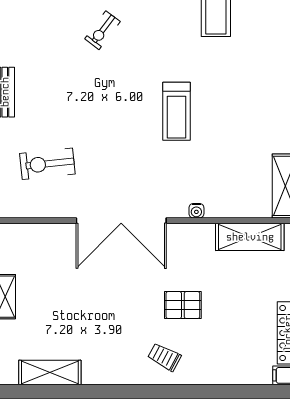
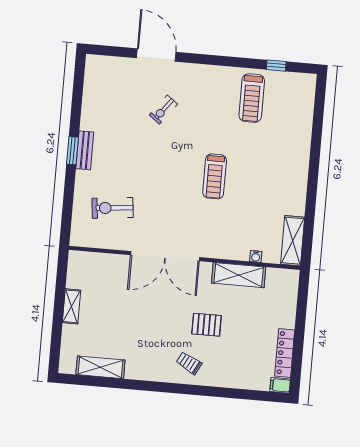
water cooler: (196, 211) -> (256, 256), moved
shelving: (250, 237) -> (239, 275), moved

